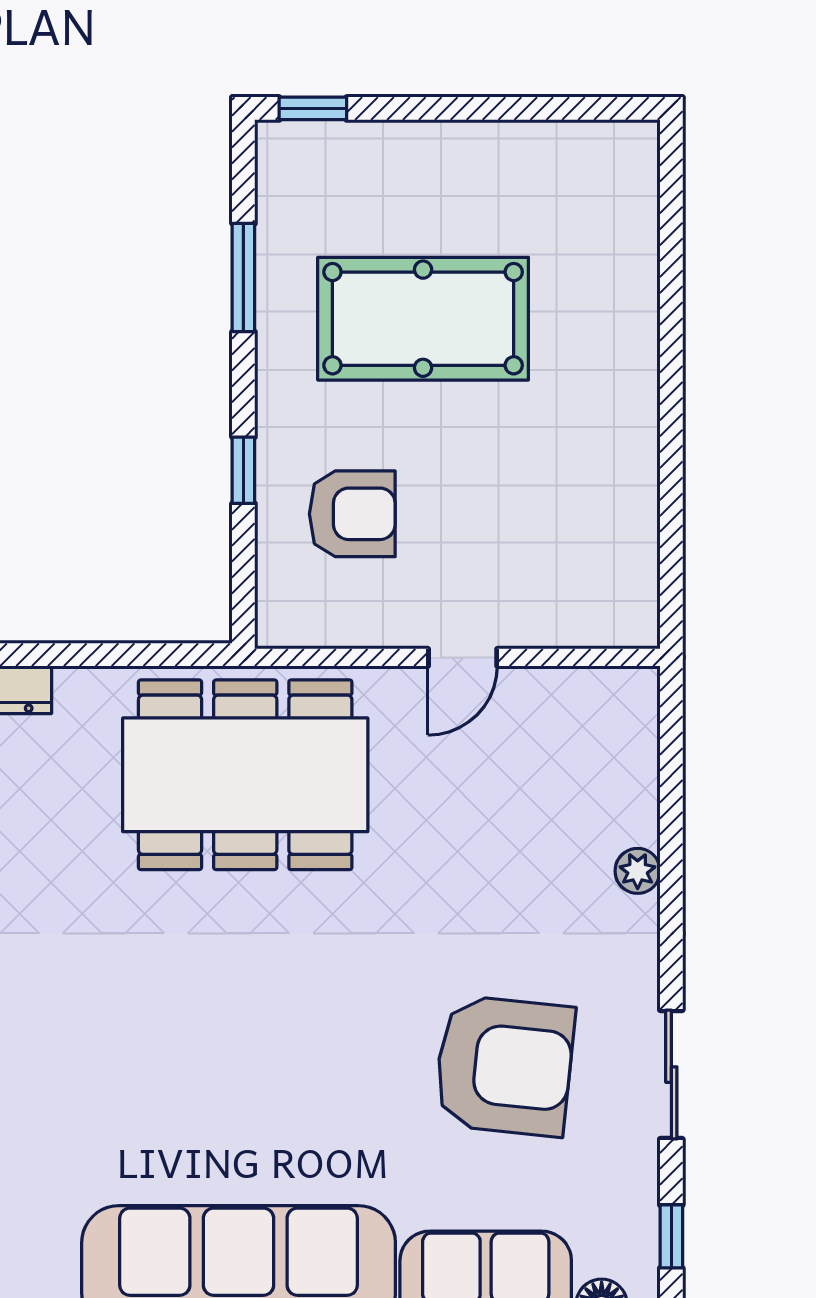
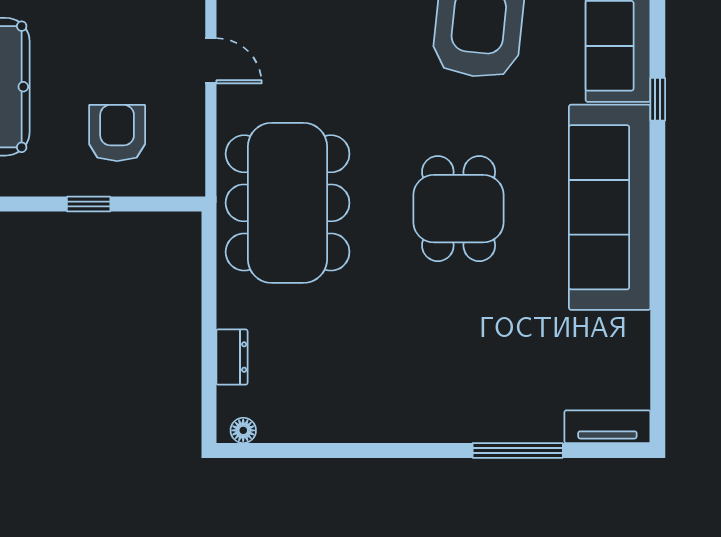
dining table: (236, 1037) -> (459, 209), added

